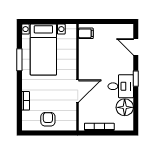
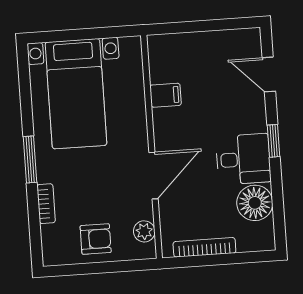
filing cabinet: (86, 33) -> (166, 95), moved
window: (19, 60) -> (30, 160), moved
plant: (71, 117) -> (144, 231), added
armchair: (48, 119) -> (96, 239), turned 90

